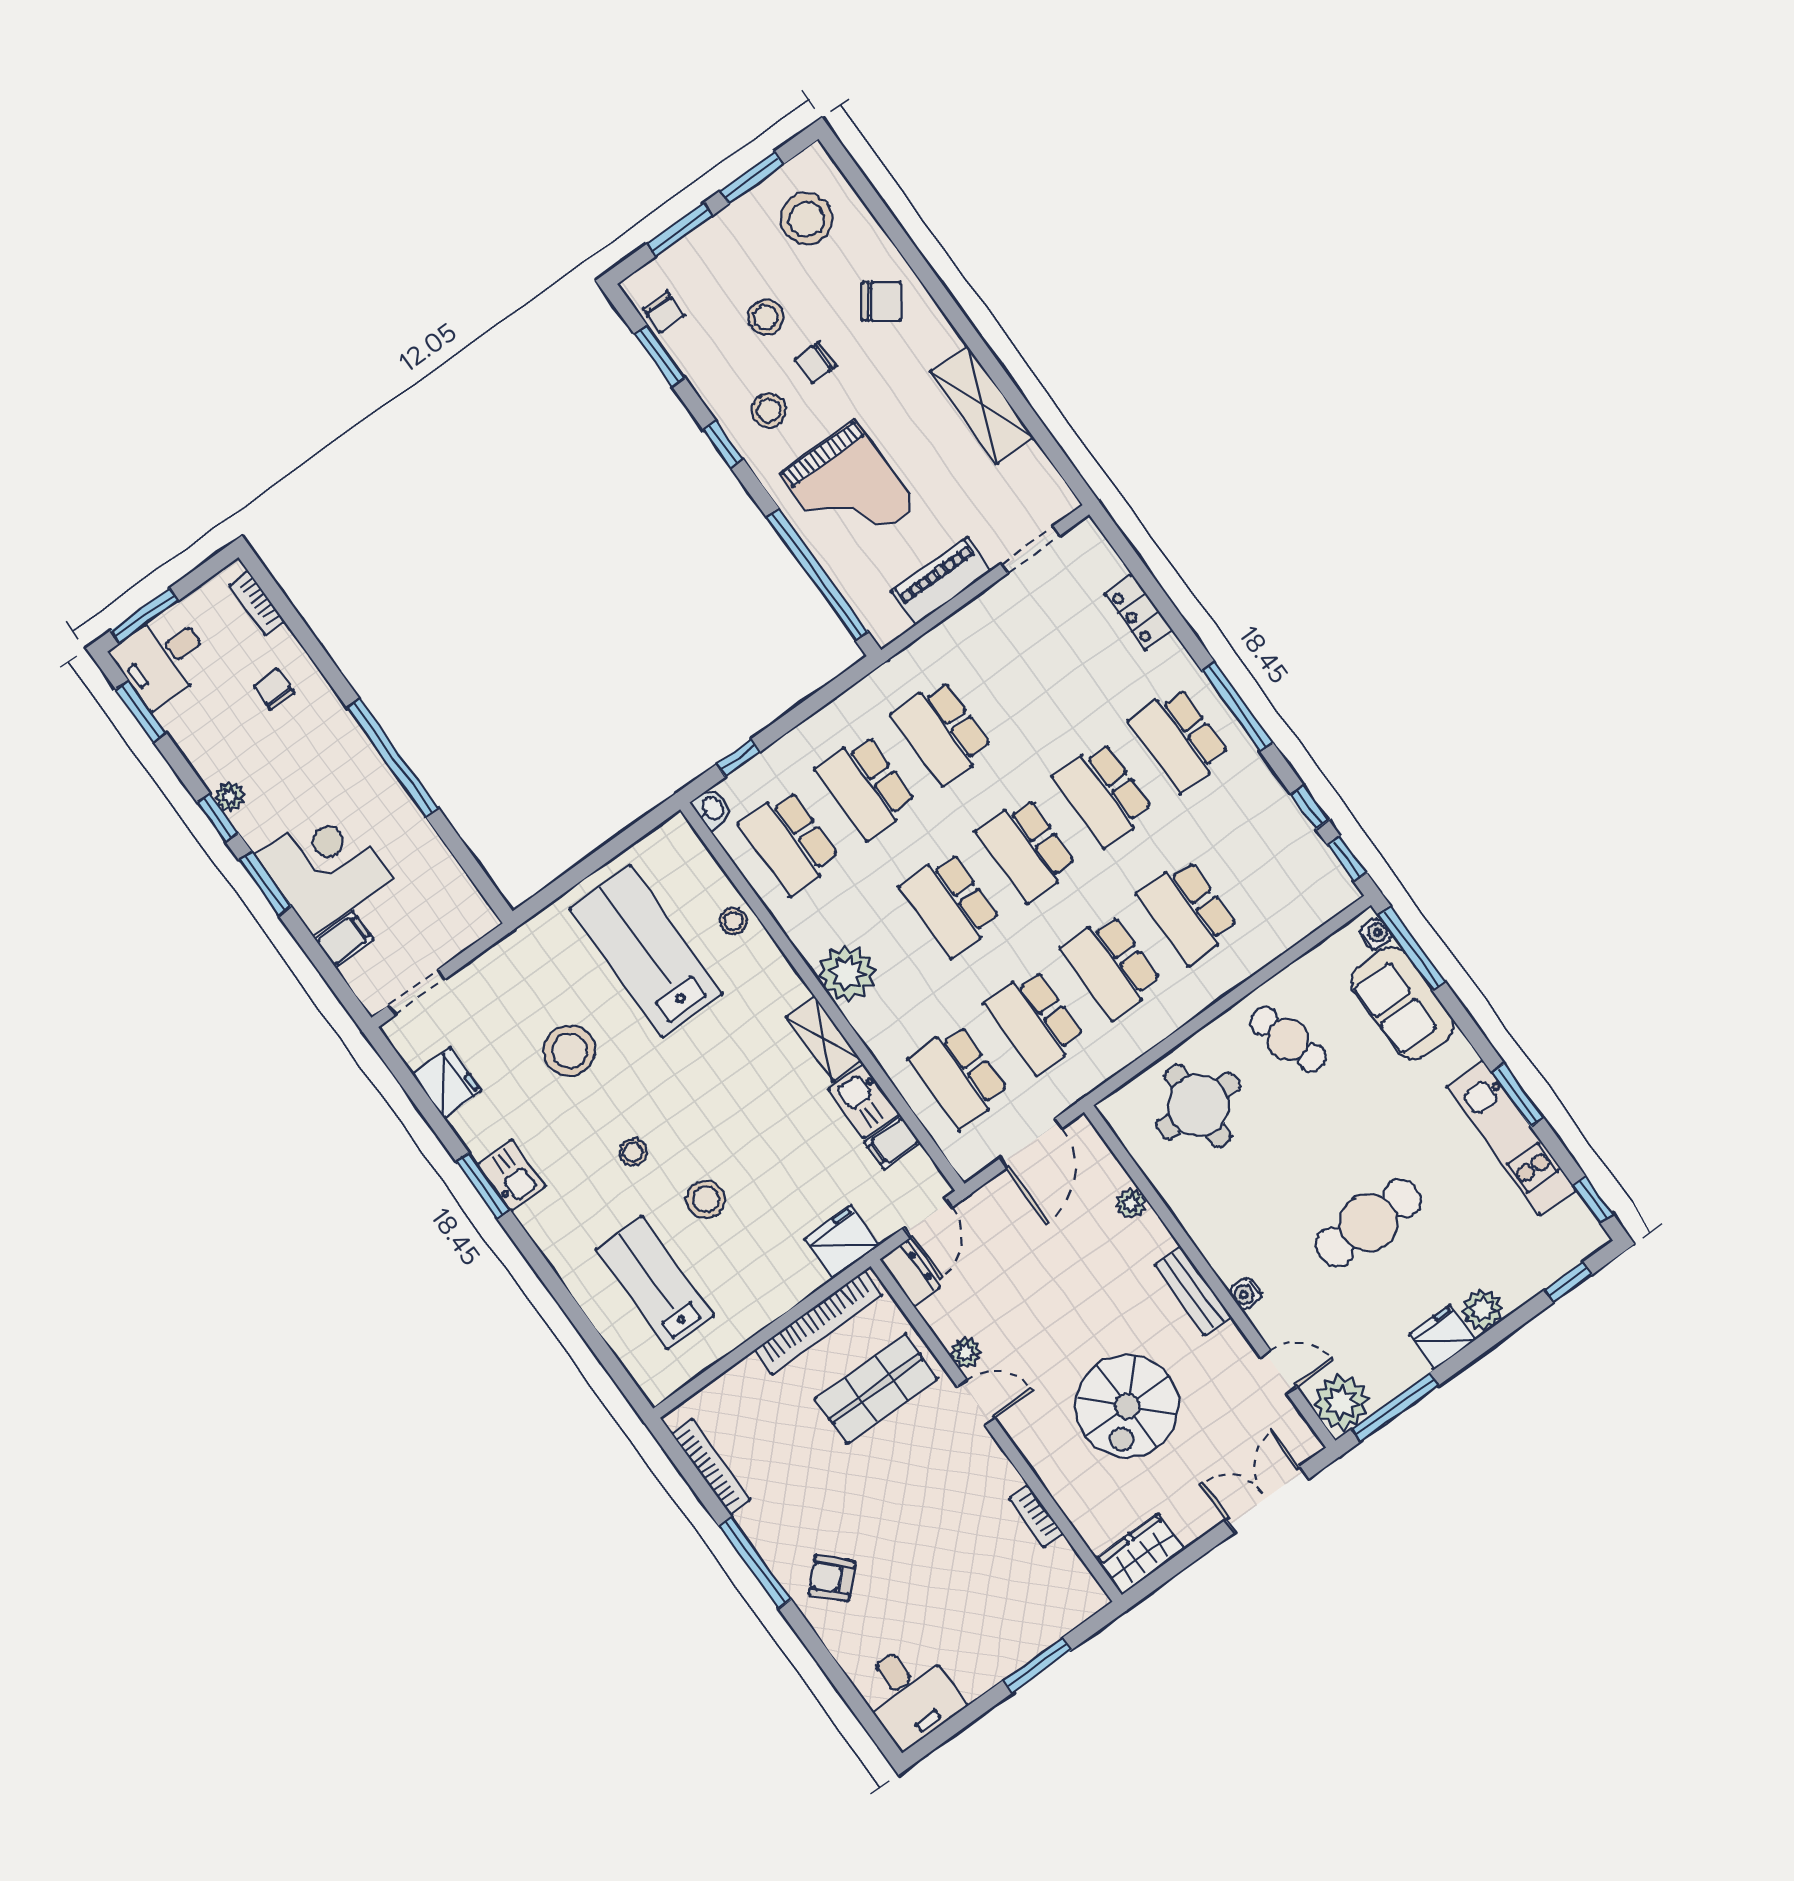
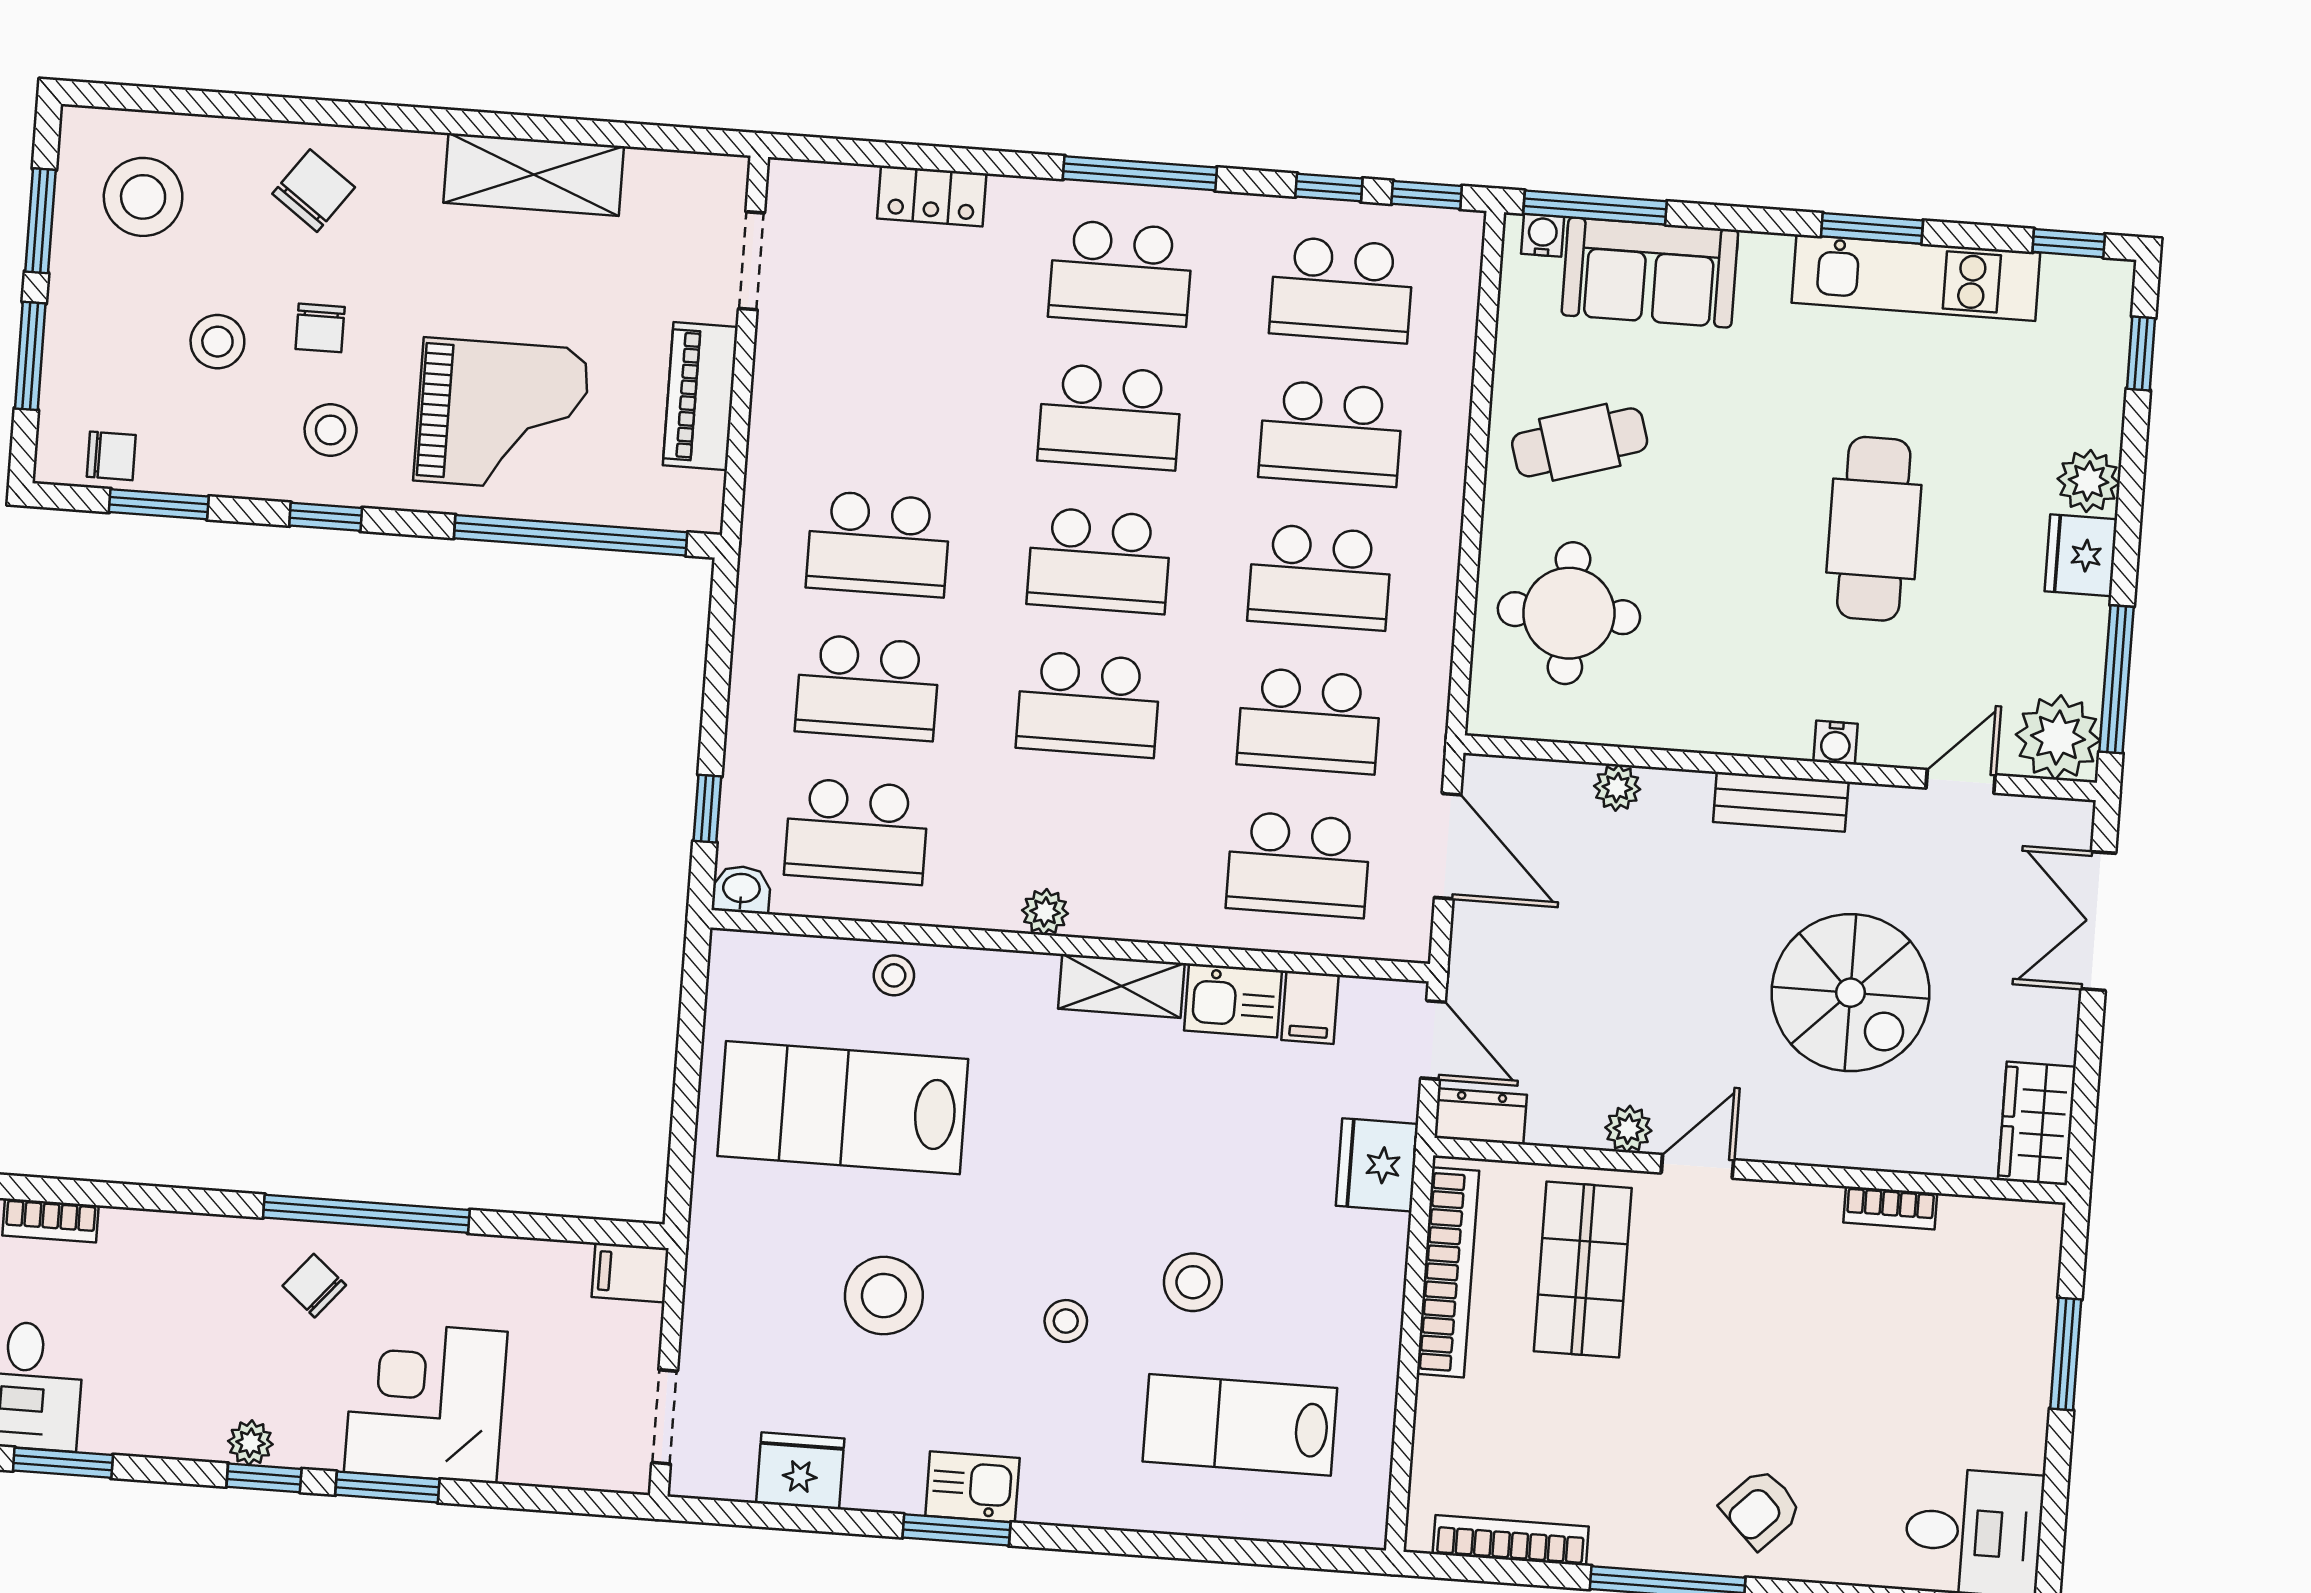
chair: (274, 690) -> (314, 1286), moved, turned 40
school desk: (1264, 856) -> (1342, 290), added
filing cabinet: (344, 939) -> (630, 1273), moved, turned -90
plant: (847, 973) -> (1045, 912), width x0.53, depth x0.53

